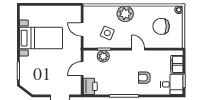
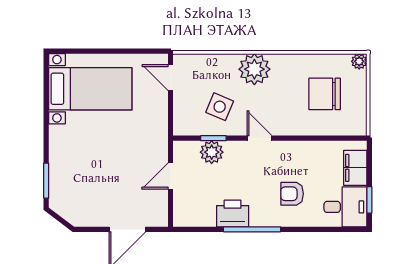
door: (82, 29) -> (171, 78), moved
bed with nightstands: (41, 38) -> (90, 89), moved
door: (138, 49) -> (260, 138), moved
printer: (90, 86) -> (233, 214), moved, turned -90

